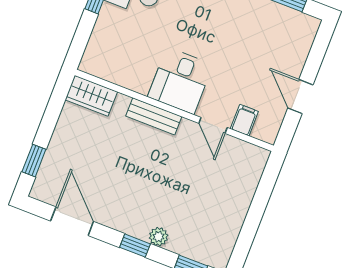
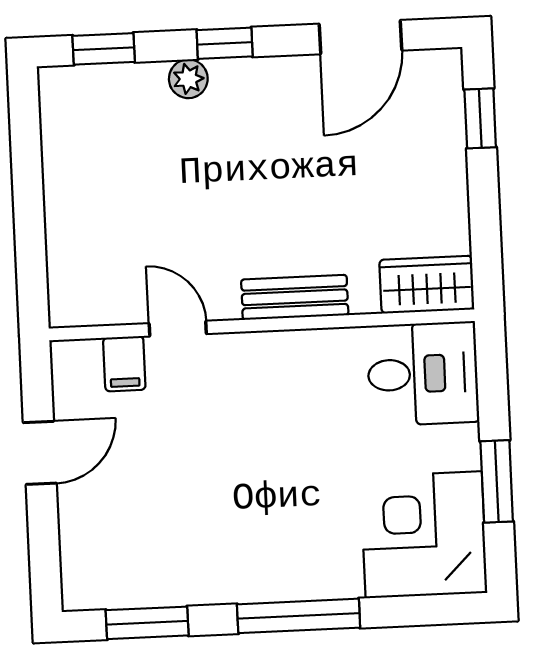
desk: (180, 81) -> (423, 374), moved, turned 90
door: (300, 96) -> (40, 453), hinge flipped
door: (72, 221) -> (361, 37), hinge flipped

